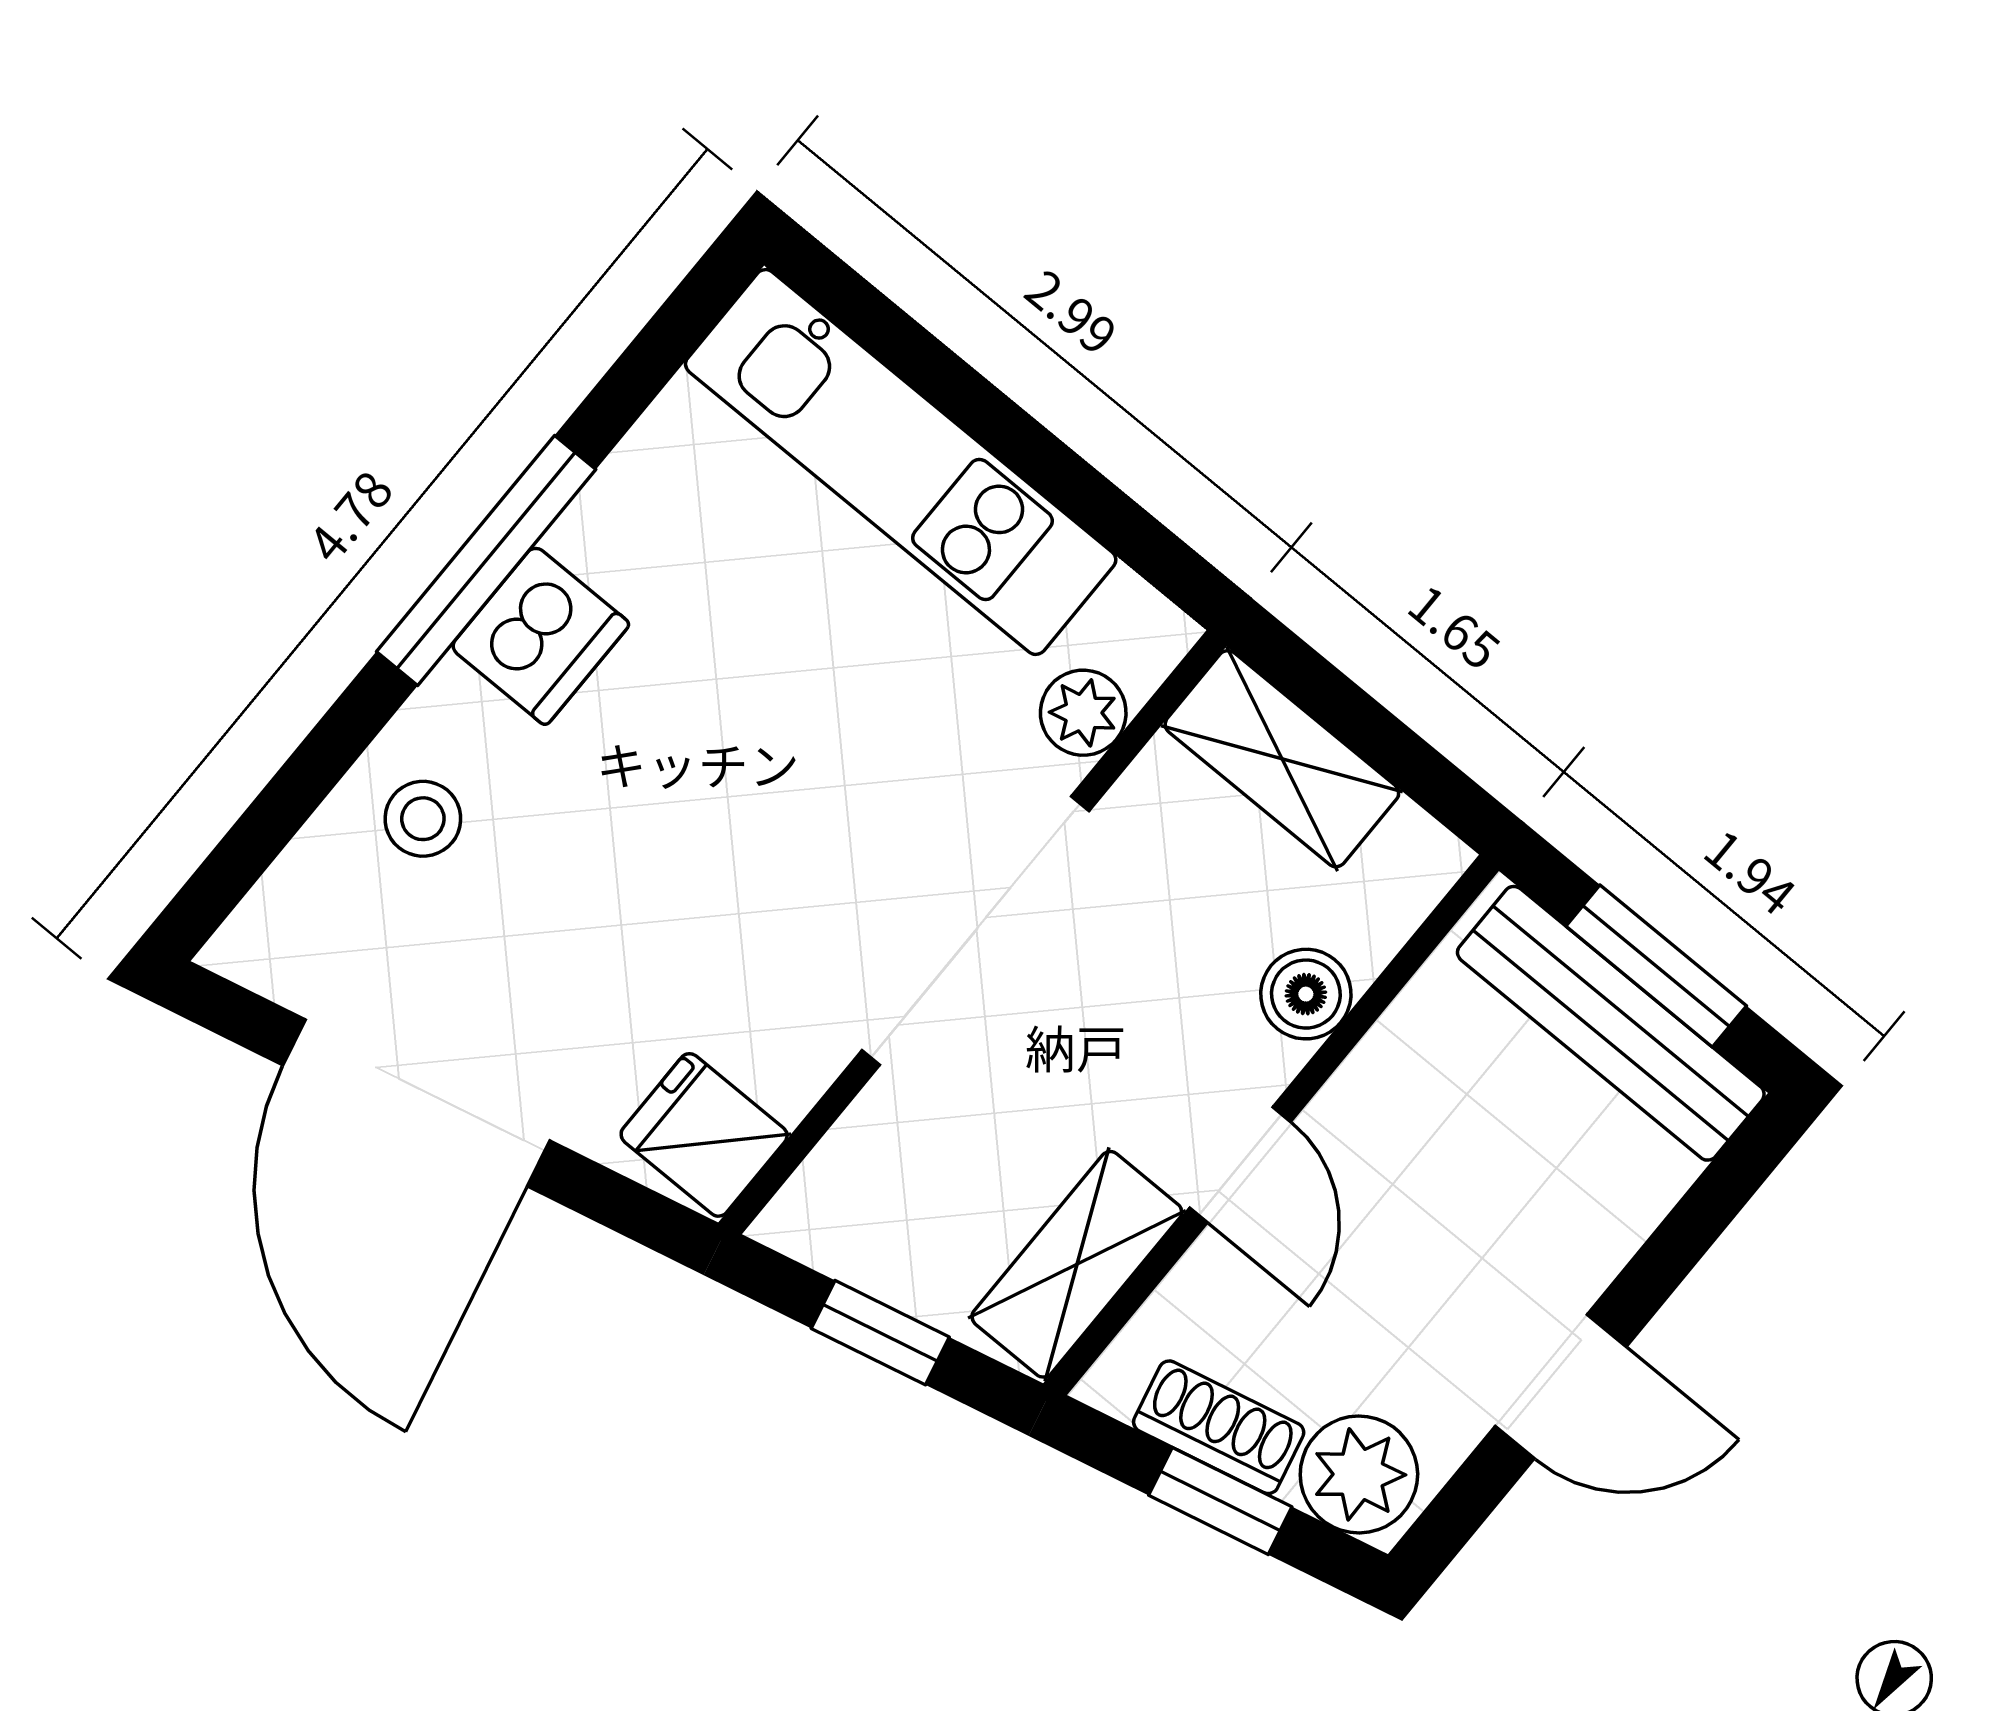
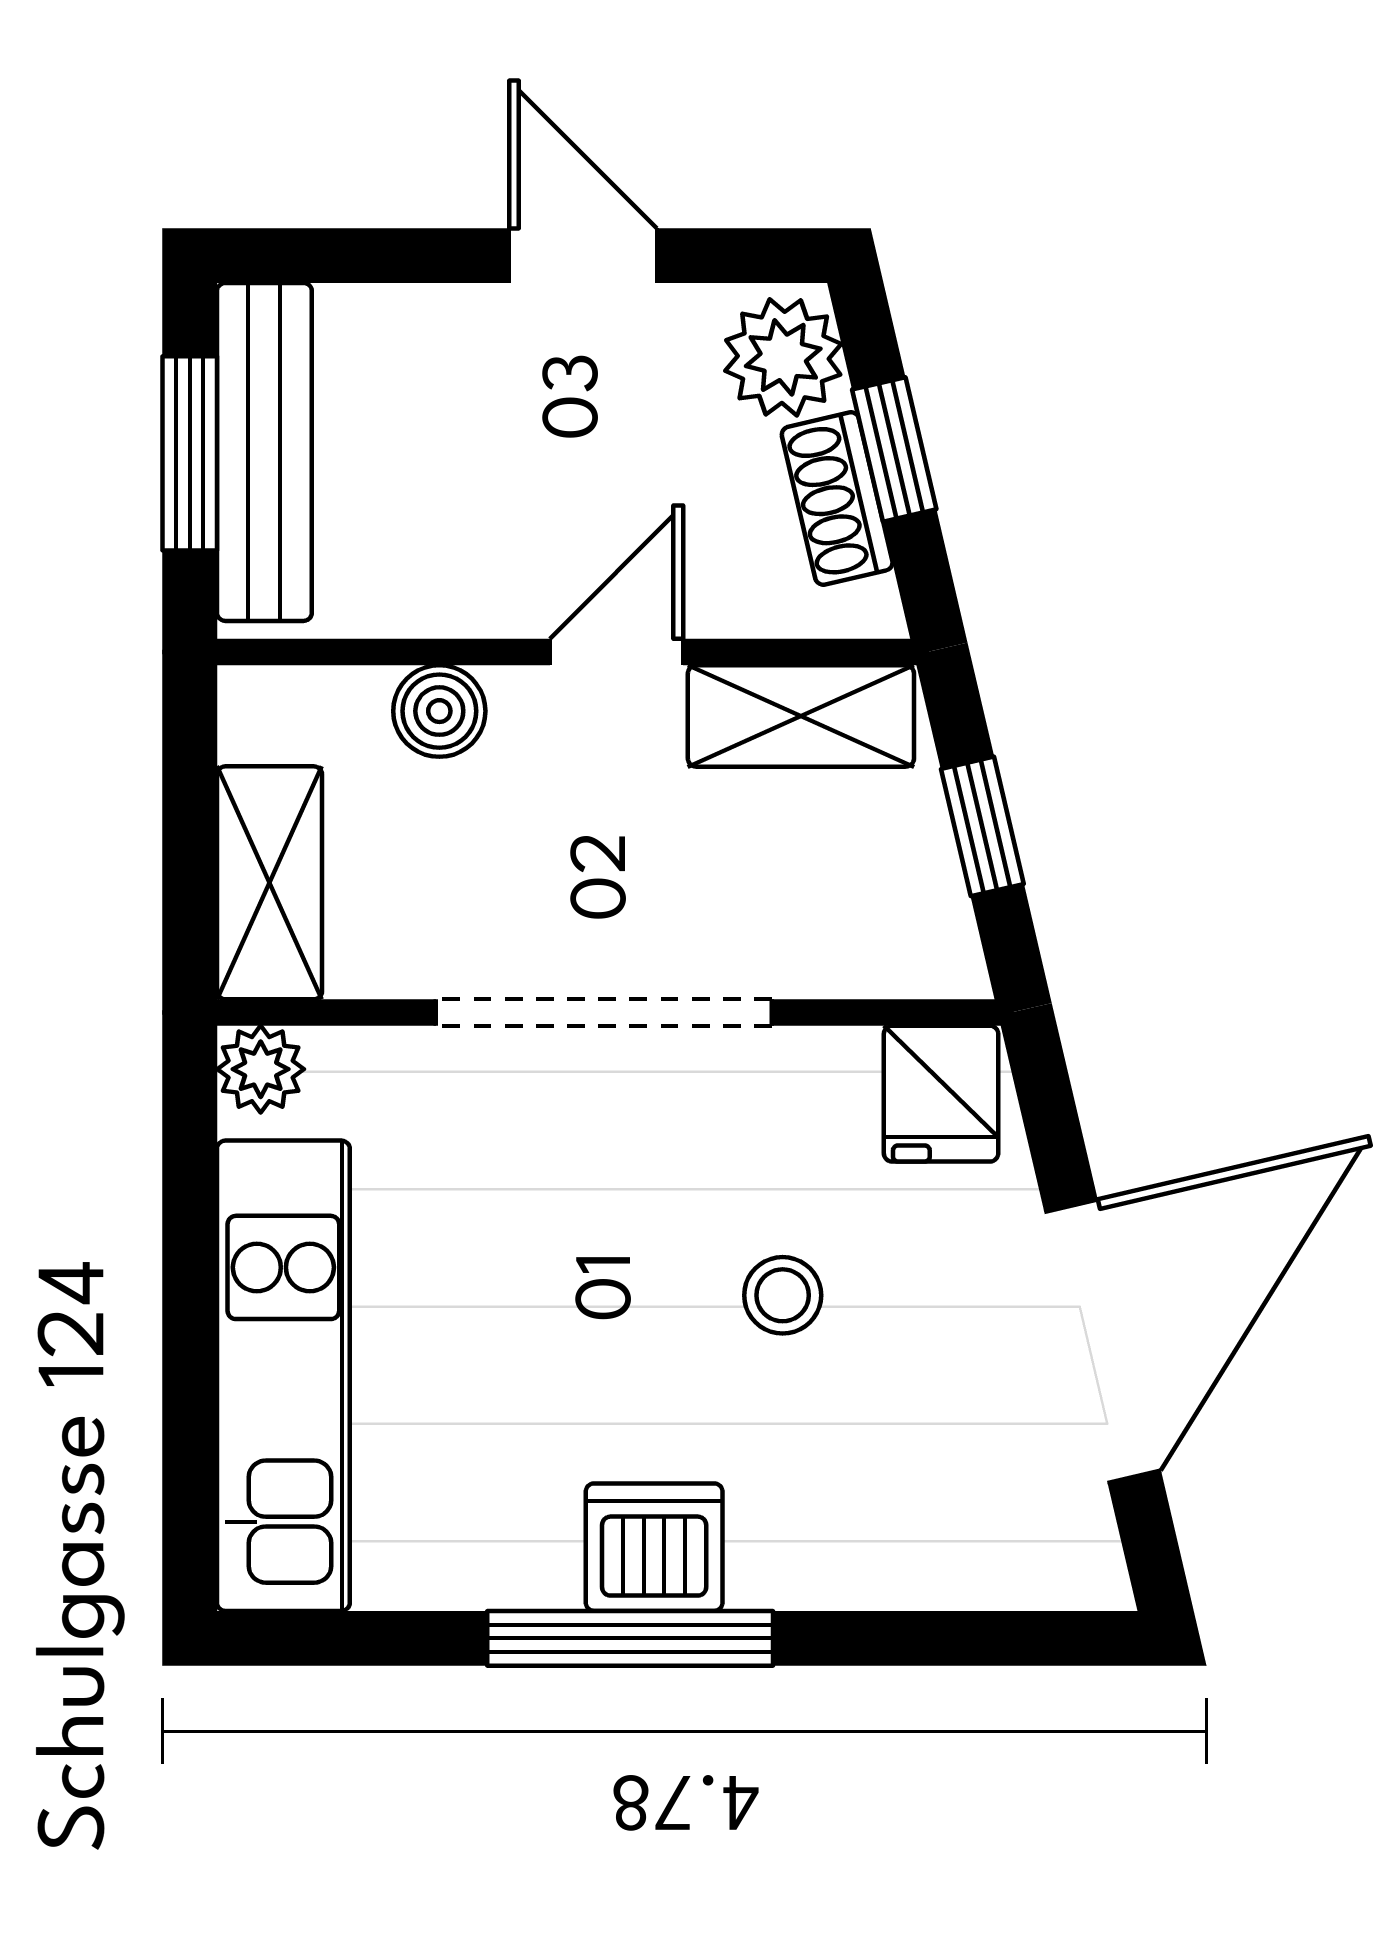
plant: (1083, 713) -> (261, 1069), moved
stool: (423, 819) -> (783, 1295), moved

